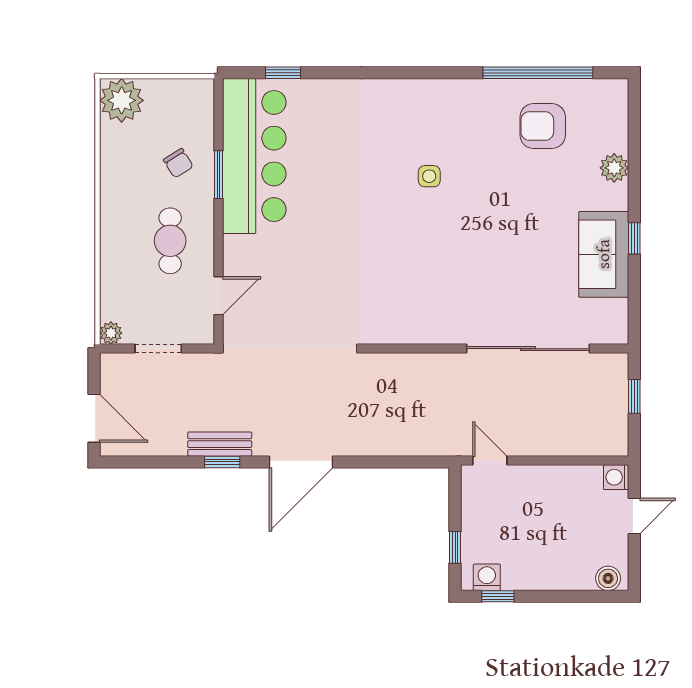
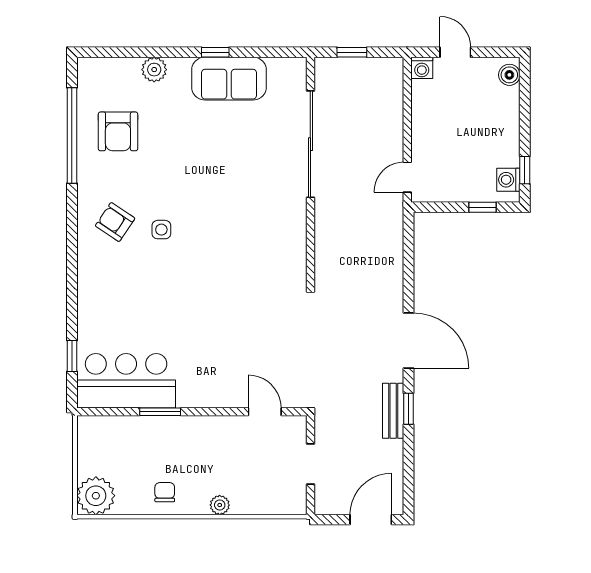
armchair: (438, 123) -> (115, 222), added
bar counter: (254, 156) -> (126, 381), width x0.73
chair: (178, 163) -> (165, 492), moved, turned -58
cafe table: (170, 241) -> (217, 454), removed
plant: (111, 333) -> (220, 505), moved

